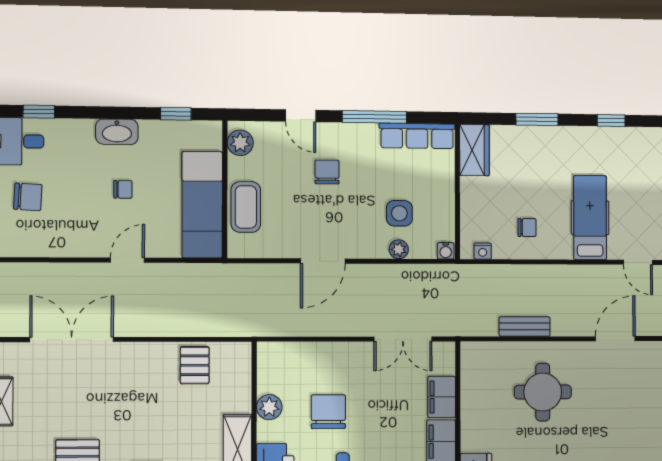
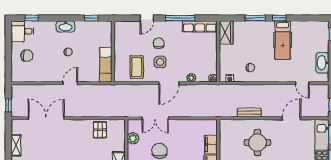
door: (301, 116) -> (147, 18), hinge flipped
window: (611, 121) -> (279, 18), moved
plant: (240, 143) -> (120, 31), removed
exam couch: (202, 205) -> (106, 65), width x0.73, depth x0.69
coffee table: (246, 207) -> (137, 67), moved
side table: (399, 213) -> (160, 62), moved
hospital bed: (590, 218) -> (283, 40), moved, turned 180
door: (323, 261) -> (169, 83), moved
double door: (403, 339) -> (155, 118), moved
plant: (269, 407) -> (133, 138), moved

